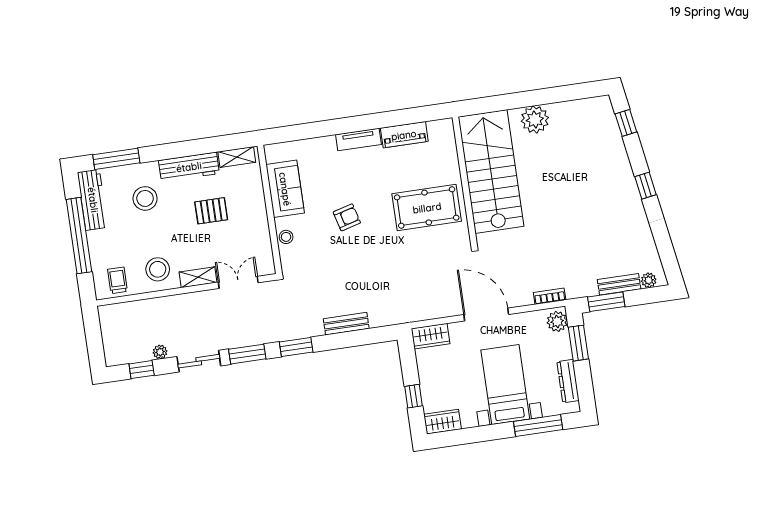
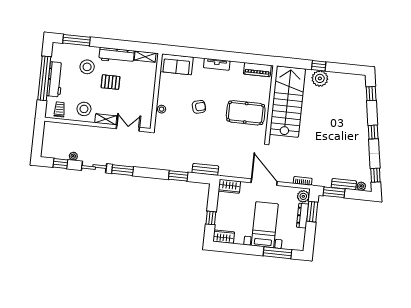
window: (527, 99) -> (319, 66), added
piano: (404, 135) -> (257, 70), moved
sofa: (285, 189) -> (177, 64), moved, turned 90
workbench: (93, 200) -> (55, 79), moved
pallet: (211, 211) -> (111, 82), moved
window: (668, 256) -> (375, 175), added
bench: (346, 324) -> (205, 169), moved
window: (296, 347) -> (178, 176), moved
dresser: (568, 381) -> (303, 216), moved

